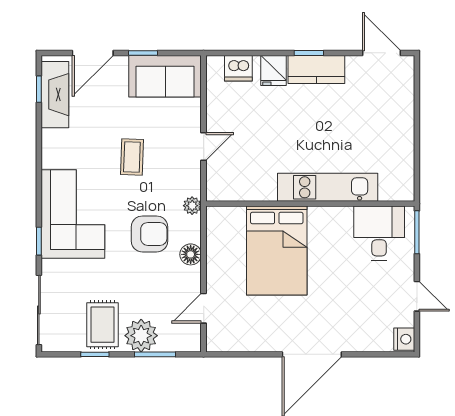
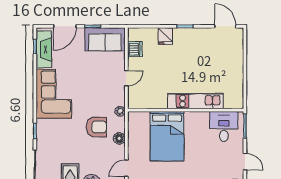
dishwasher: (238, 68) -> (135, 49), moved, turned -90
kitchen counter: (316, 69) -> (189, 36), removed
coffee table: (132, 157) -> (87, 84), removed
corner sofa: (73, 214) -> (54, 94), moved

